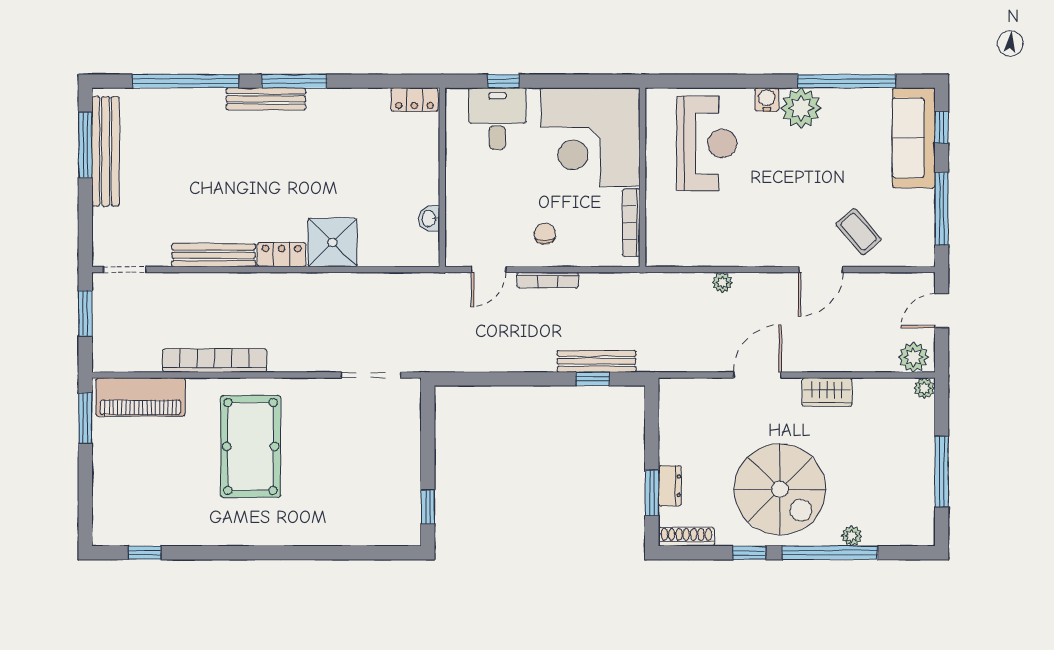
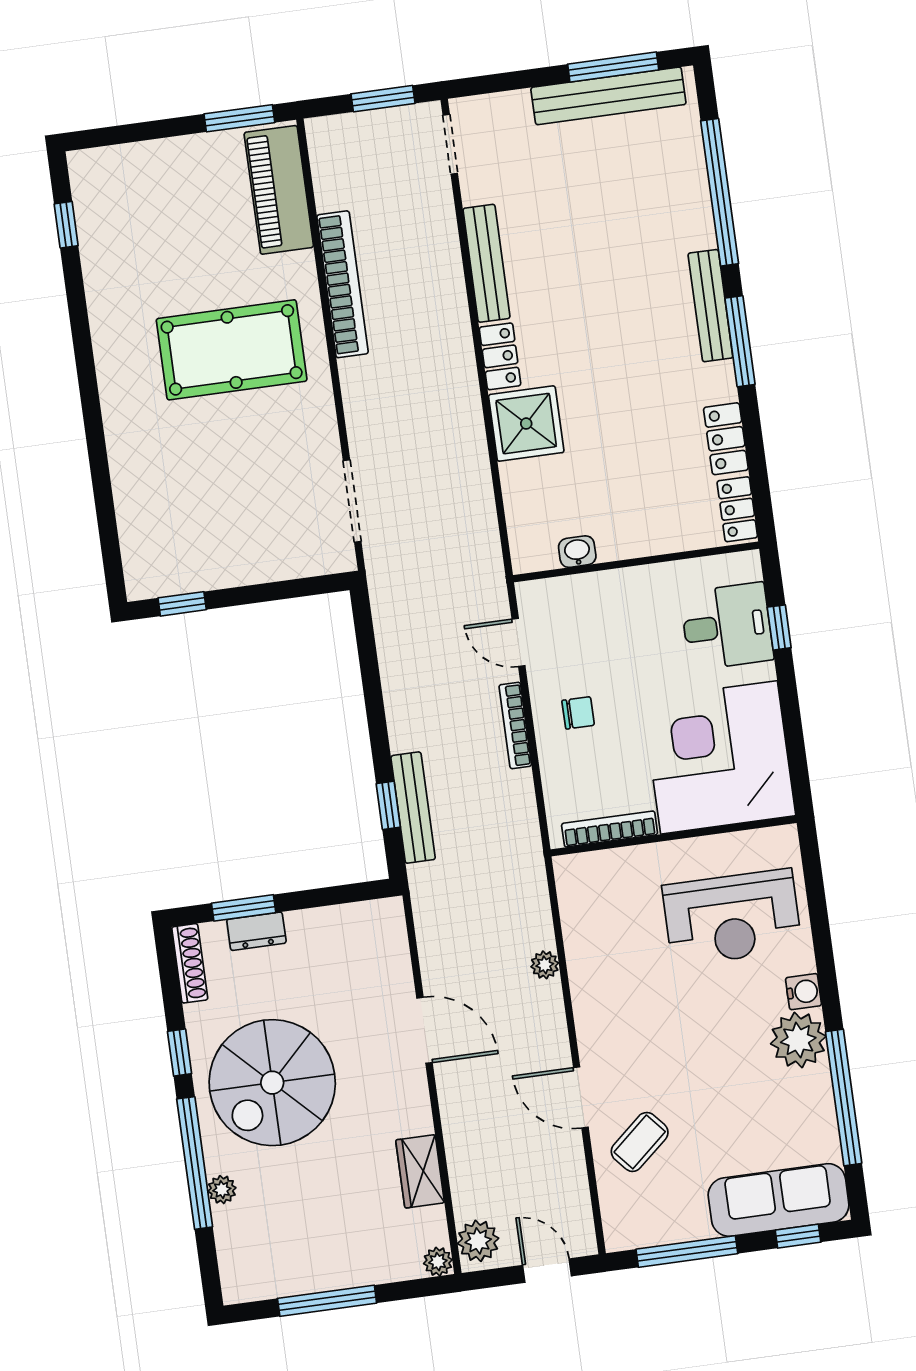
locker: (363, 101) -> (726, 439), added
wardrobe: (827, 392) -> (420, 1171), moved

